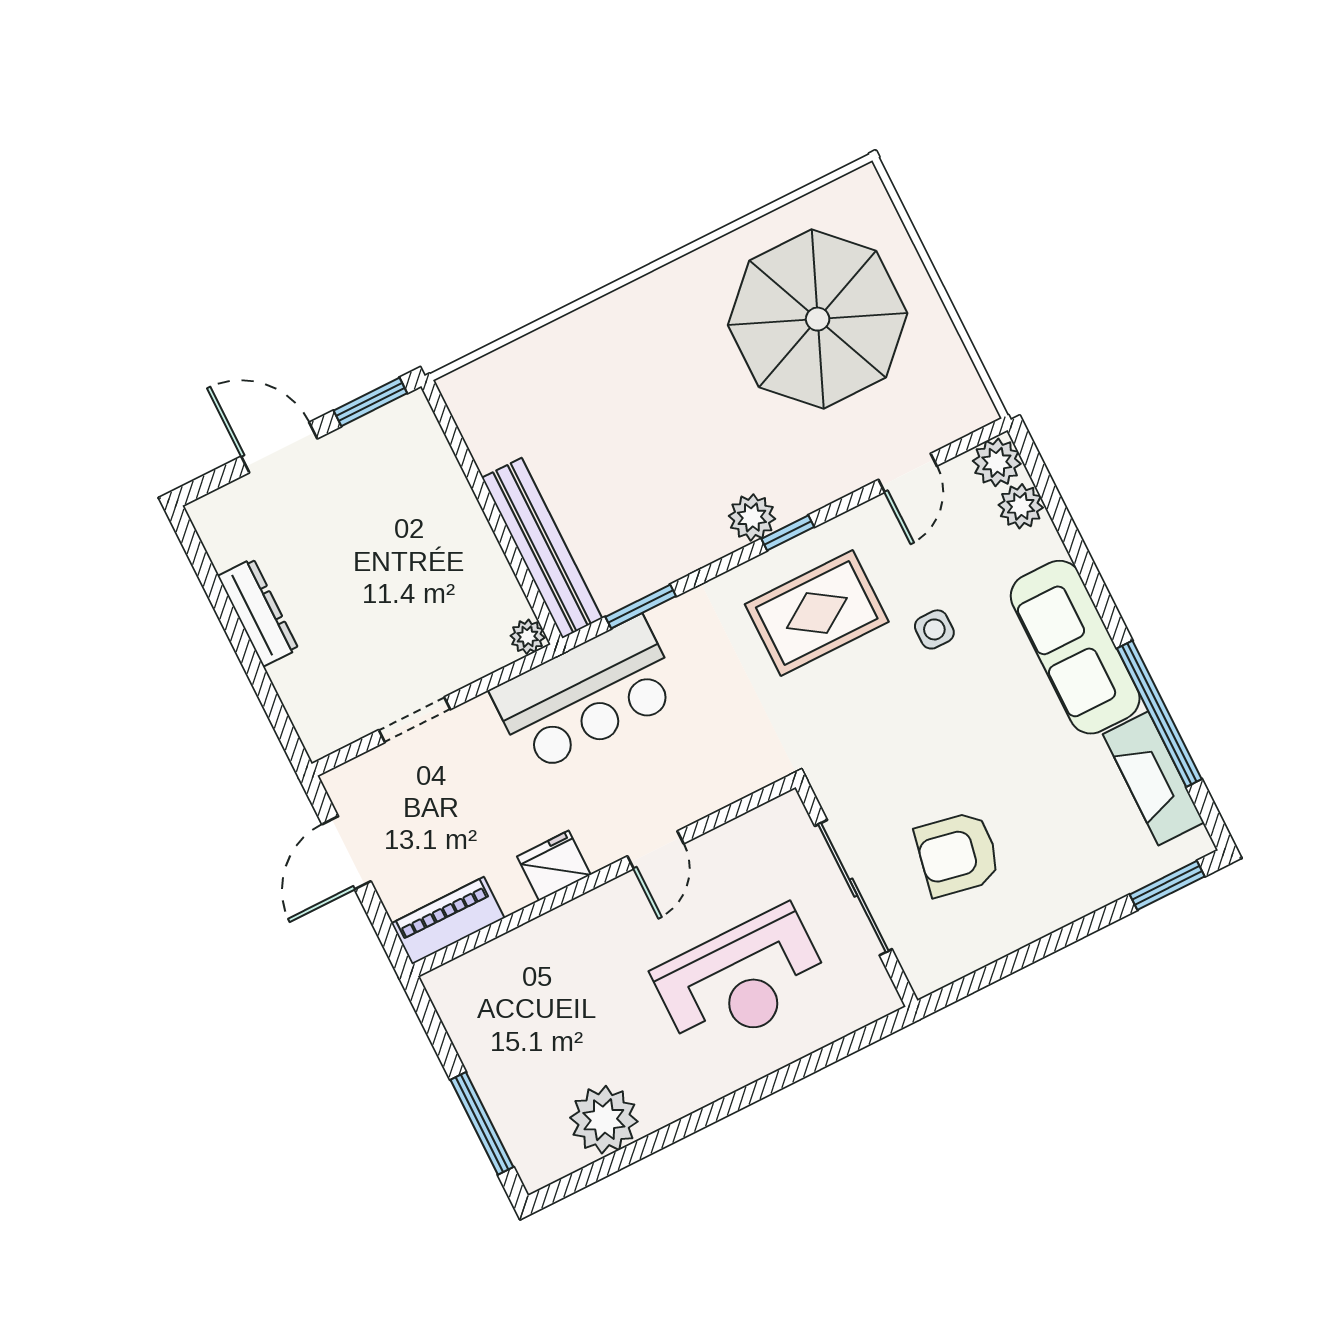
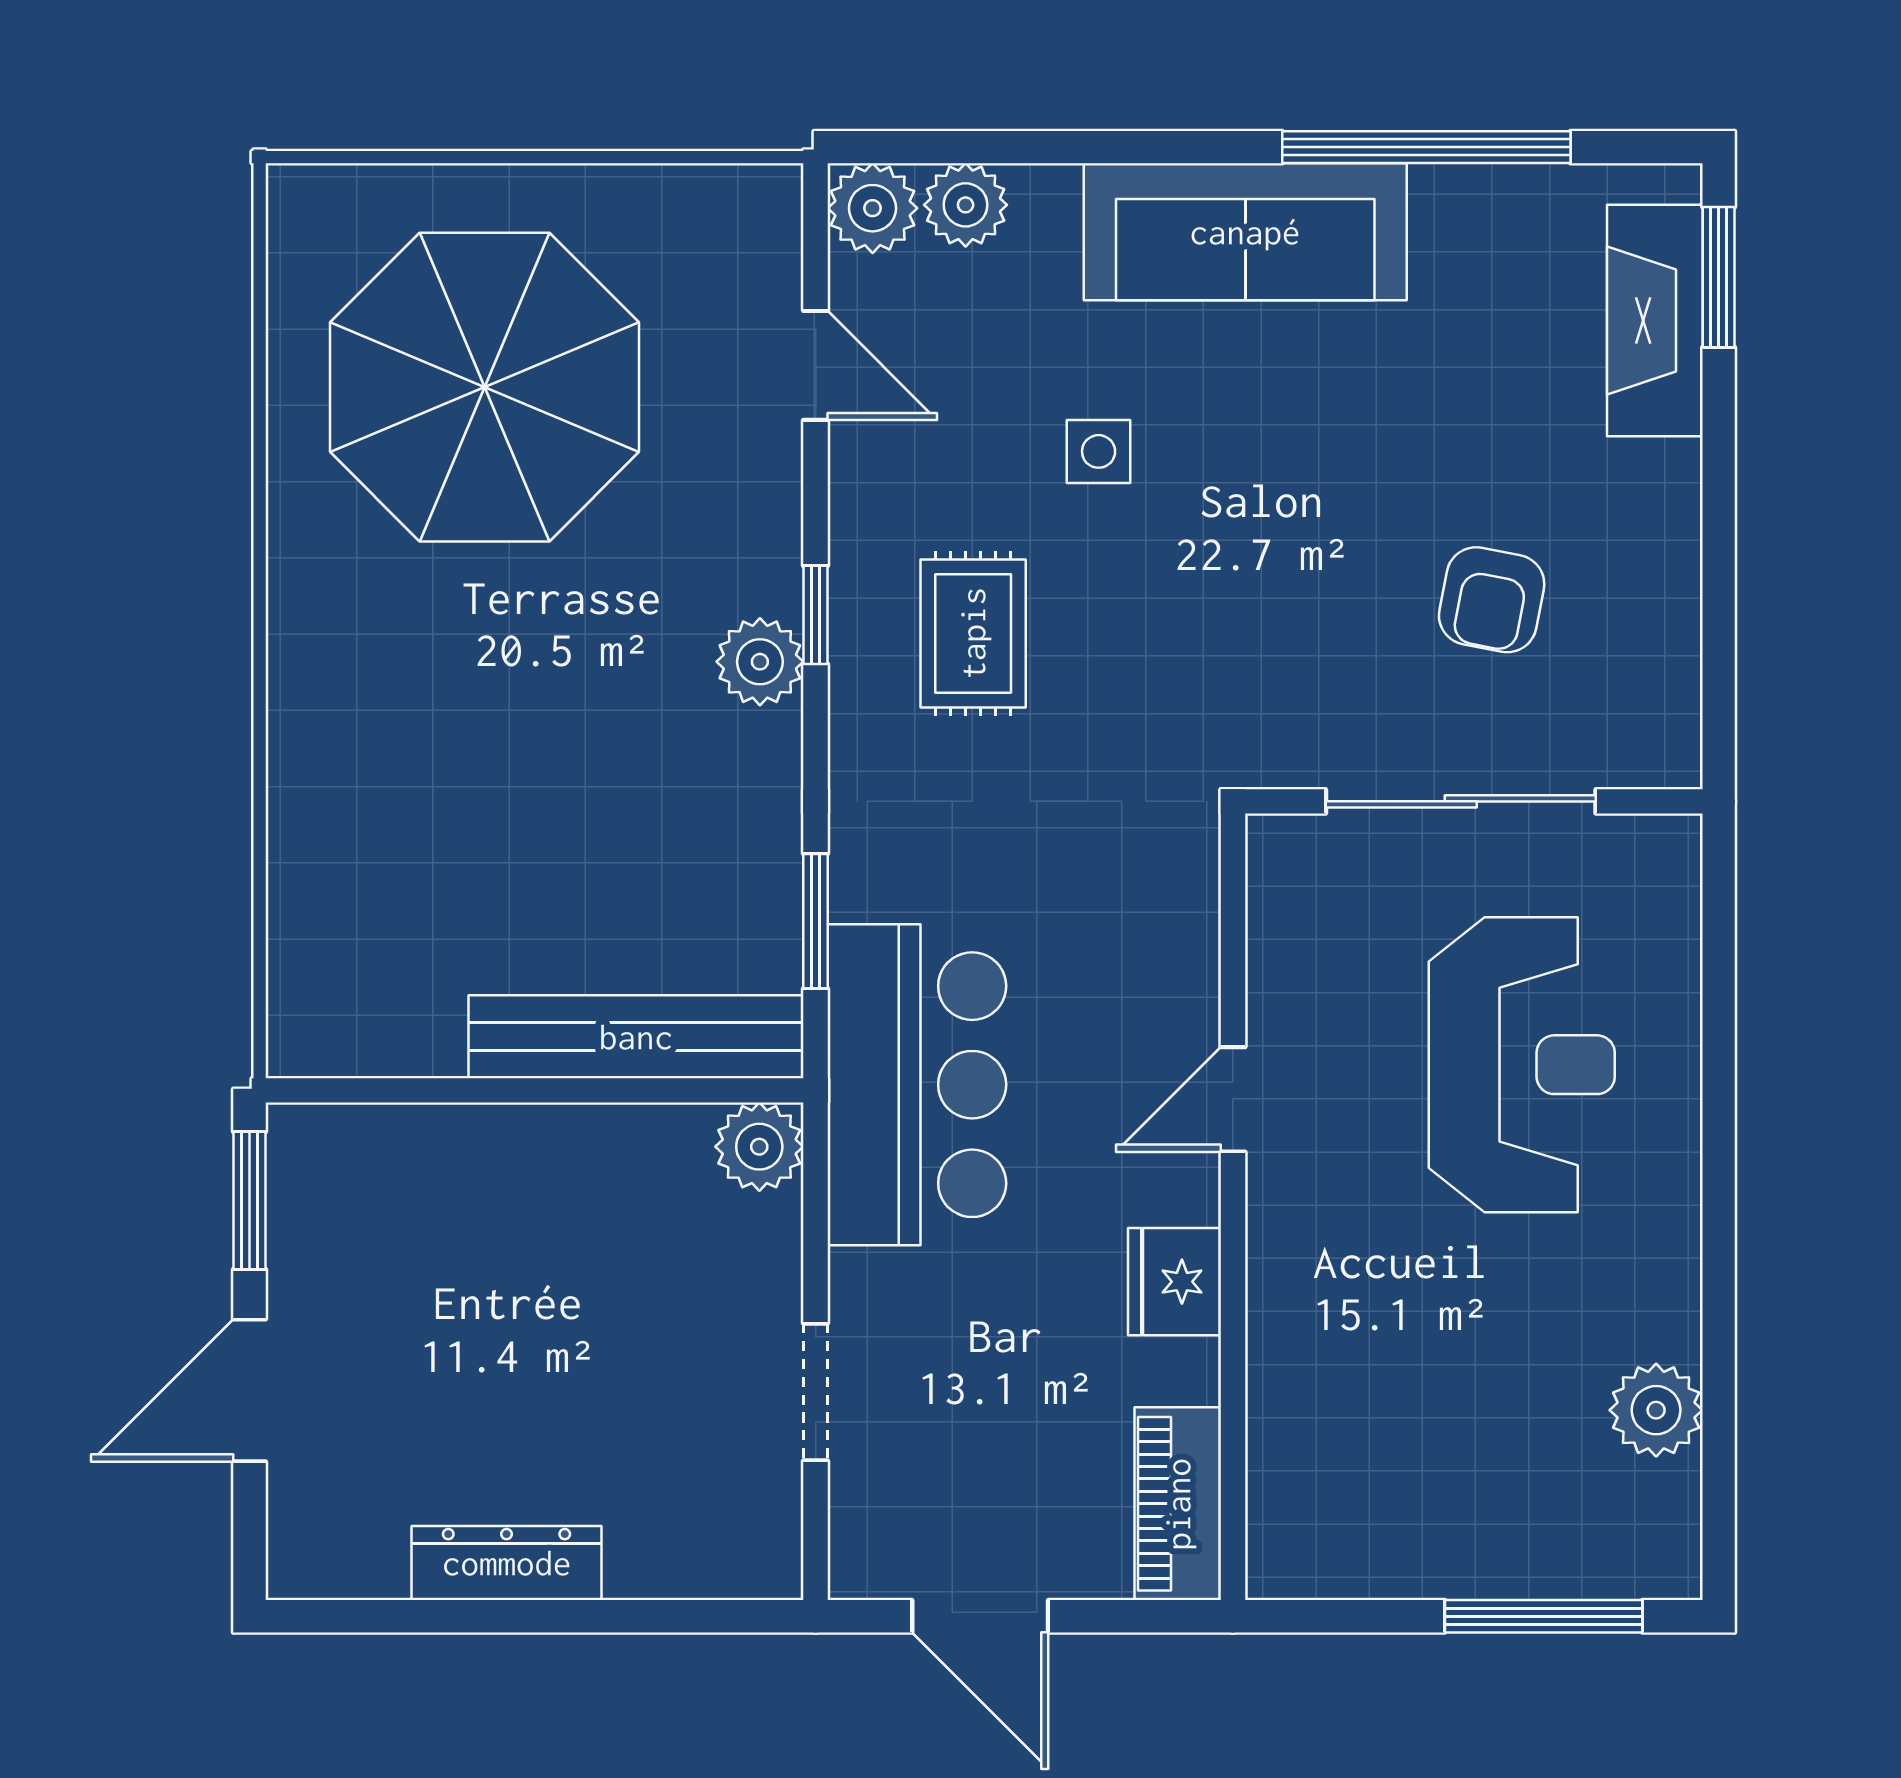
rug: (817, 613) -> (973, 633), width x0.73, depth x0.70
plant: (528, 637) -> (759, 1147), width x1.38, depth x1.38
fireplace: (1153, 778) -> (1655, 321), moved, turned 90
door: (655, 850) -> (1233, 1099), swing flipped
armchair: (958, 854) -> (1492, 600), width x0.72, depth x0.72
plant: (604, 1120) -> (1656, 1410), width x0.73, depth x0.73

